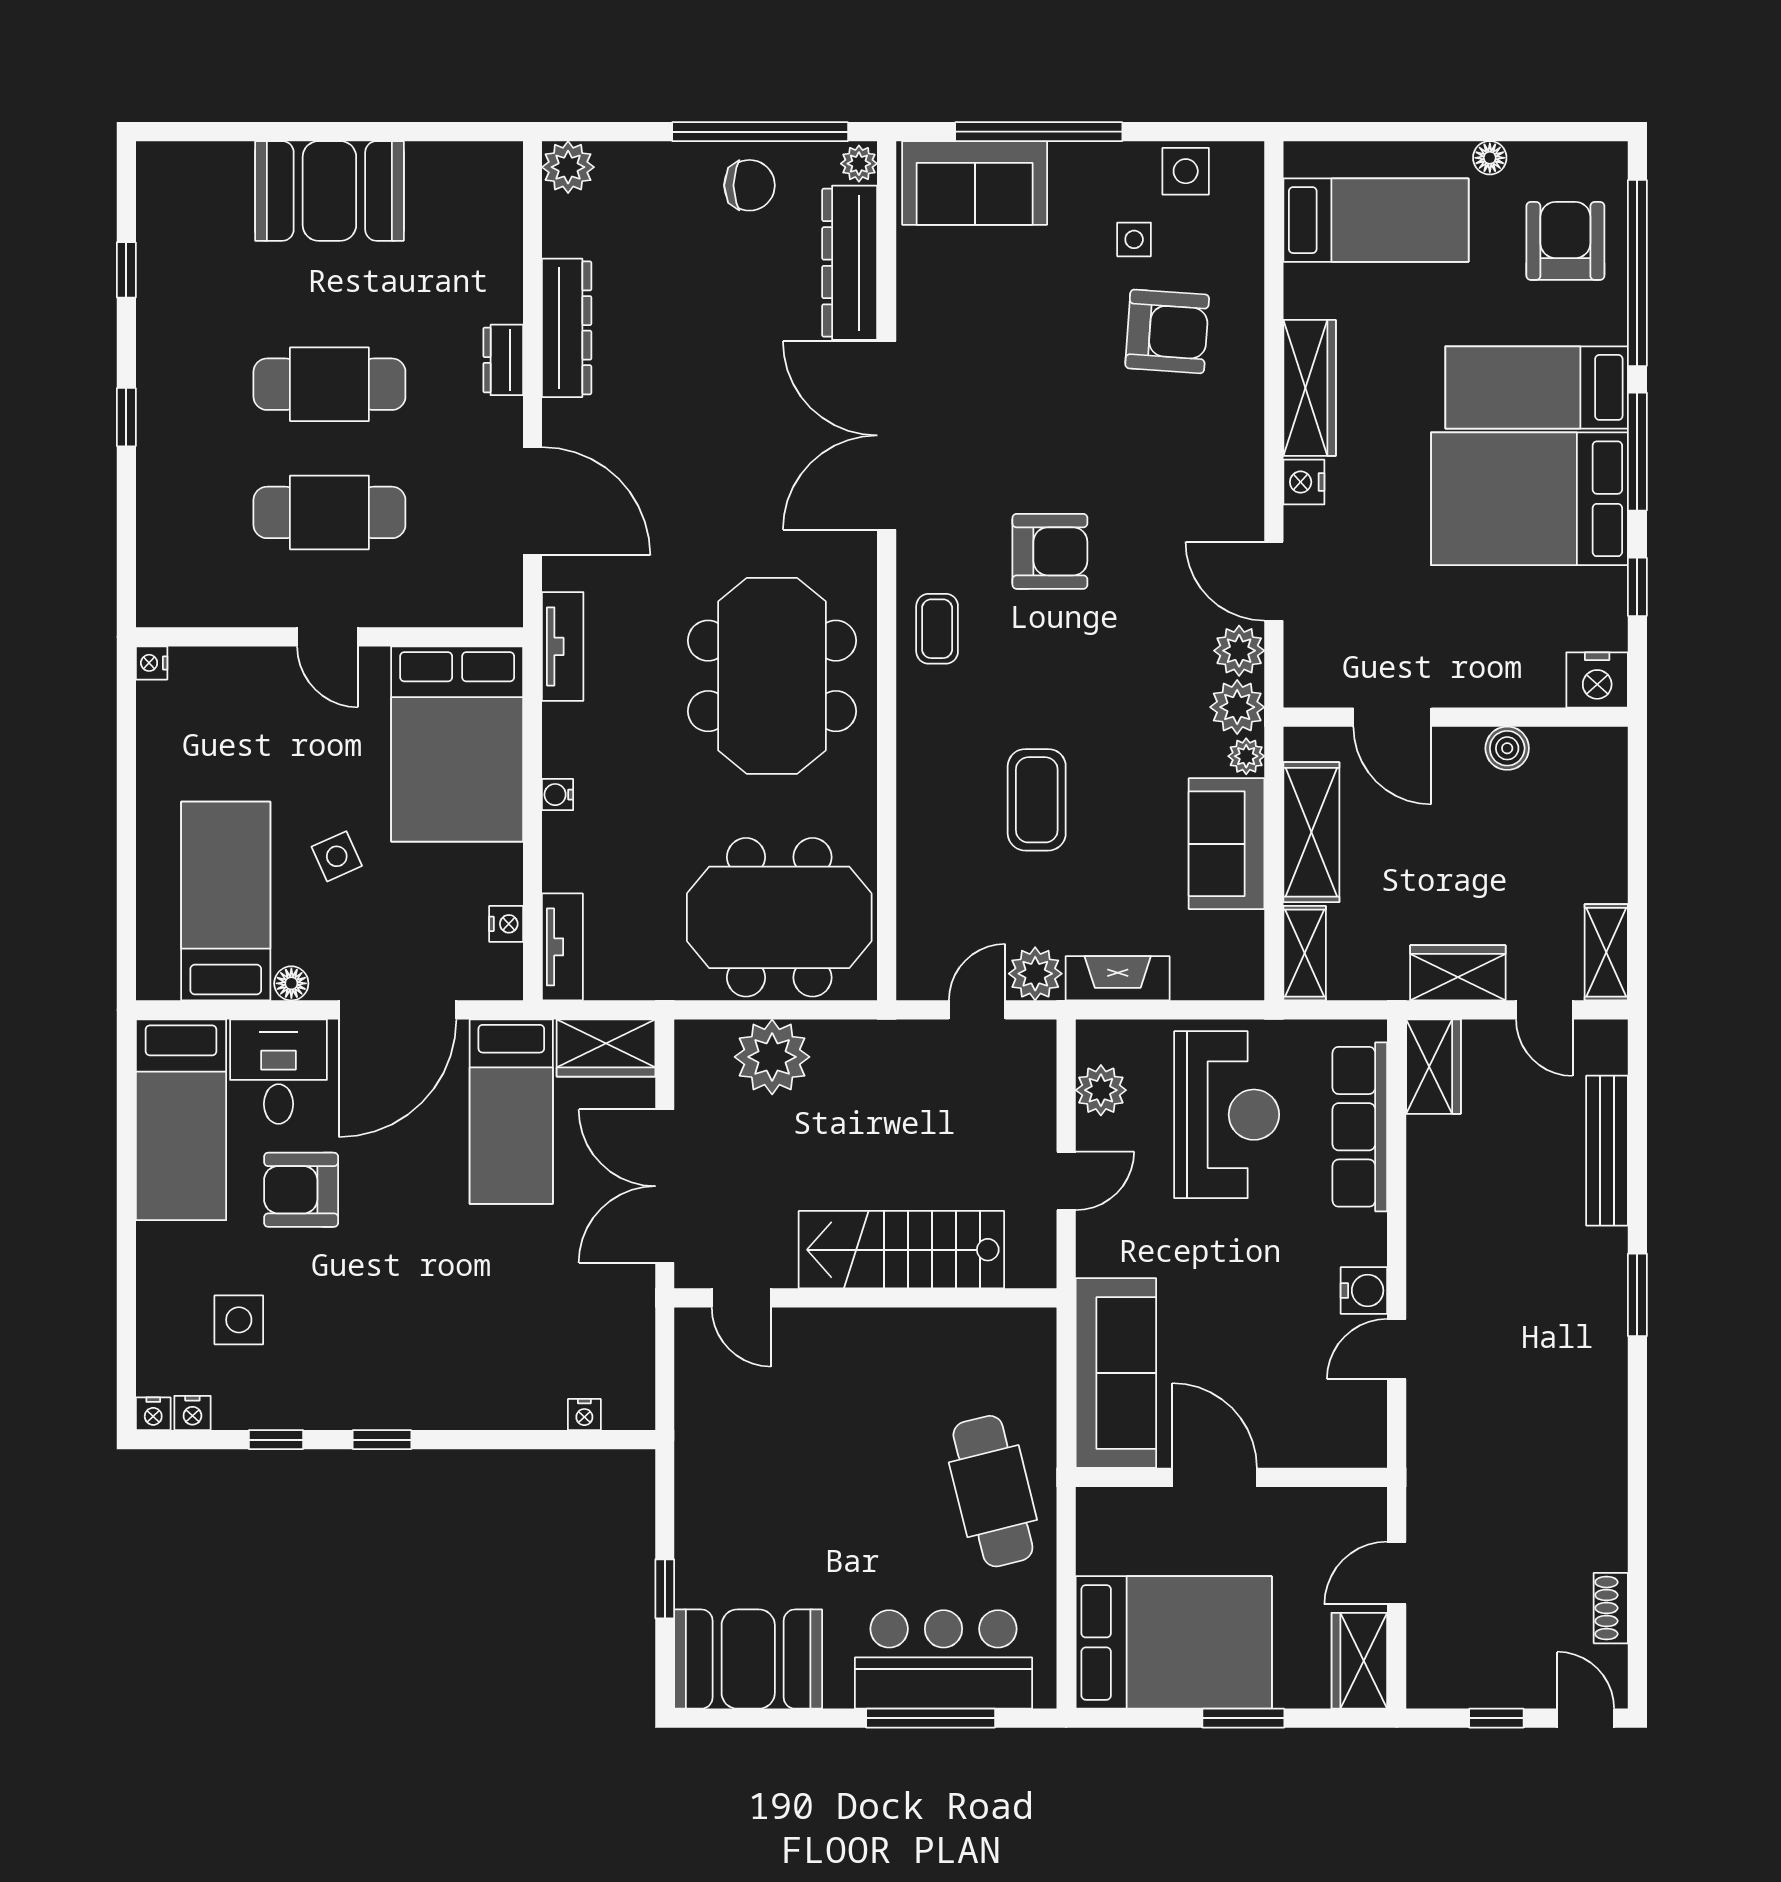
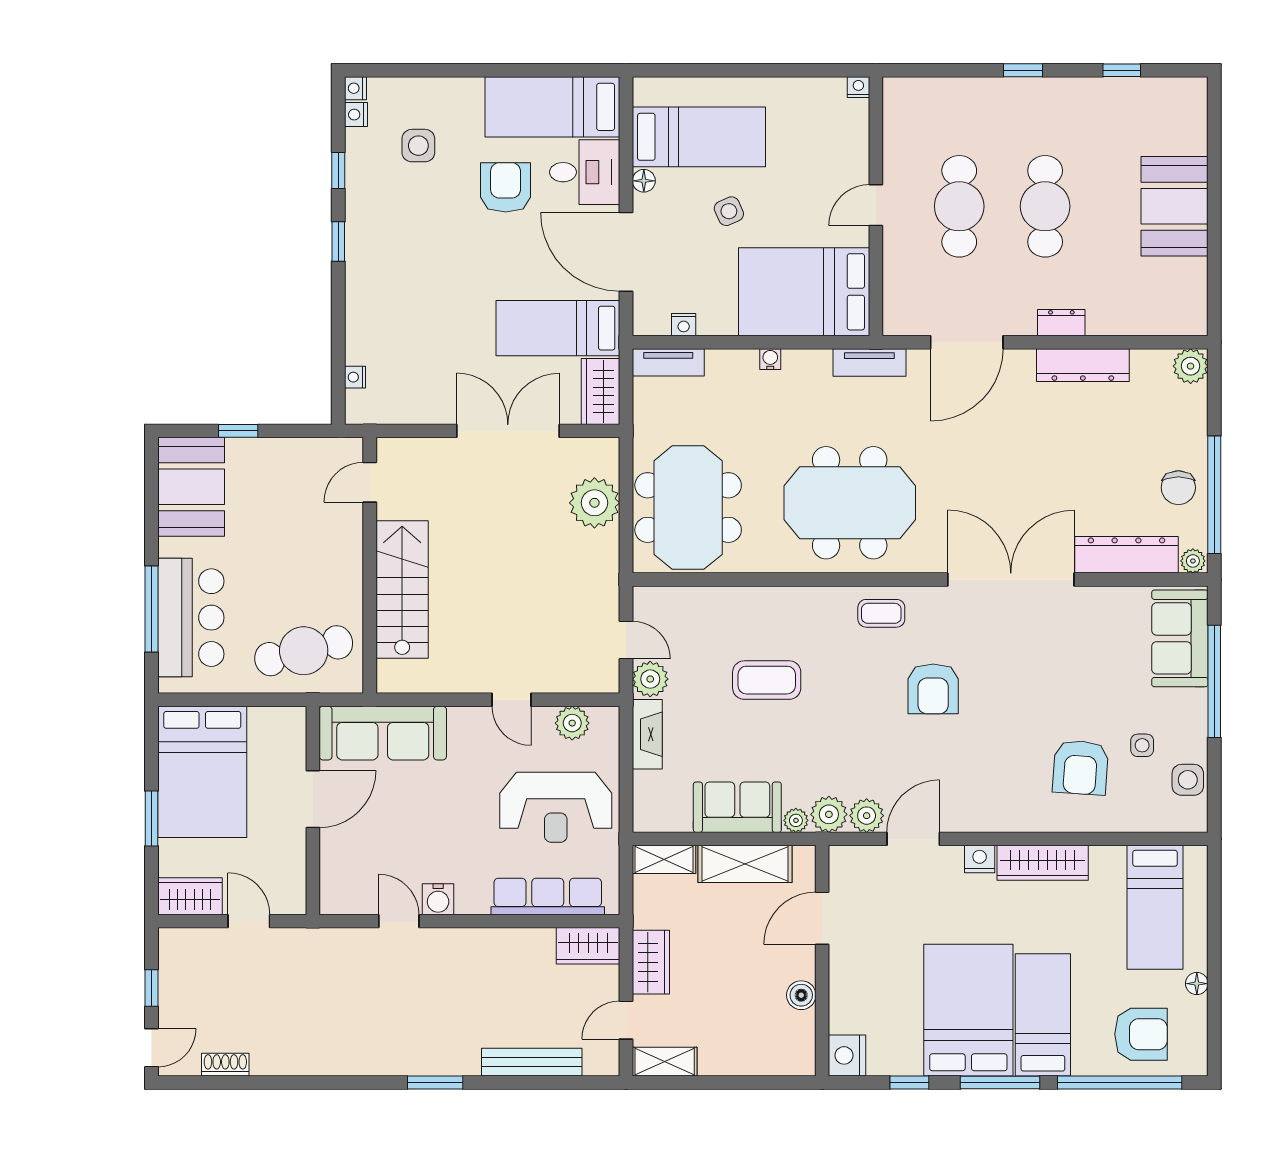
stairs: (901, 1250) -> (402, 589), moved
door: (741, 1298) -> (370, 482), moved
wall: (865, 1298) -> (370, 565), moved

